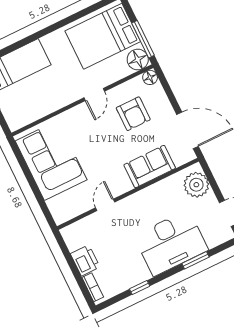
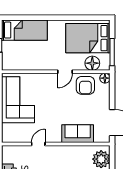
floor lamp: (138, 60) -> (92, 63), moved
armchair: (133, 114) -> (85, 85), moved

